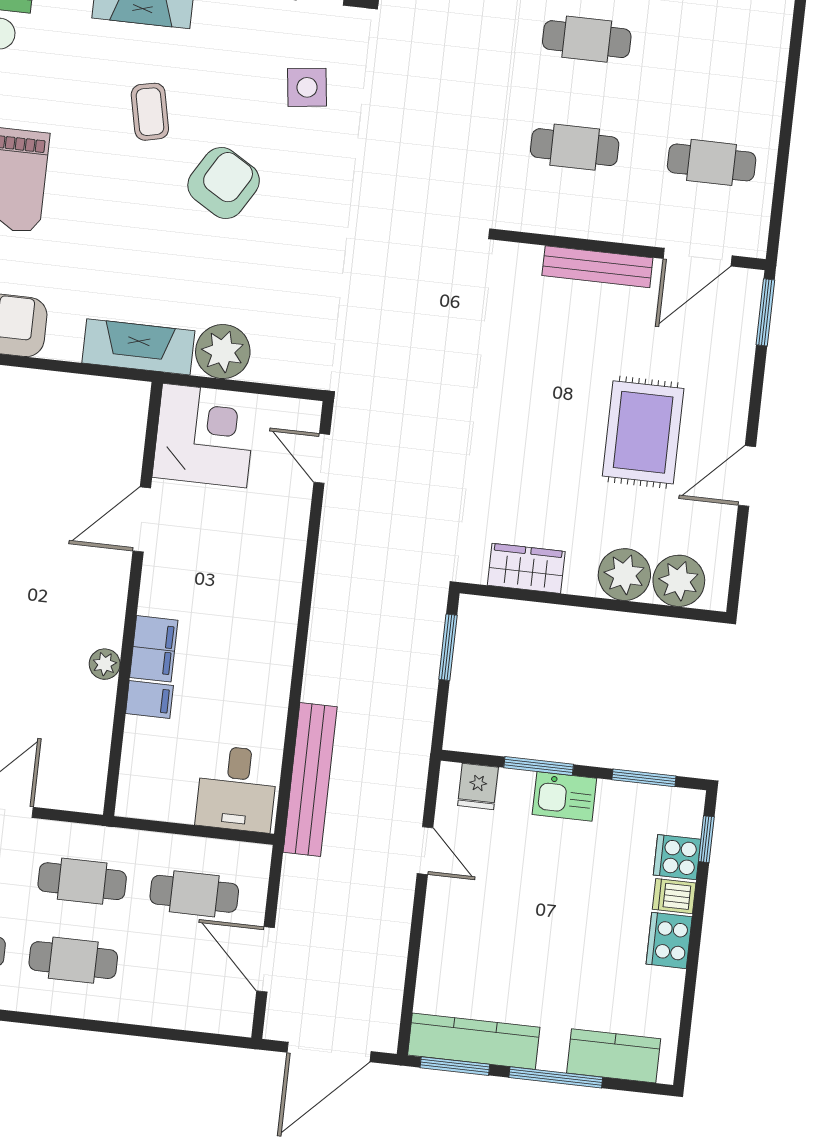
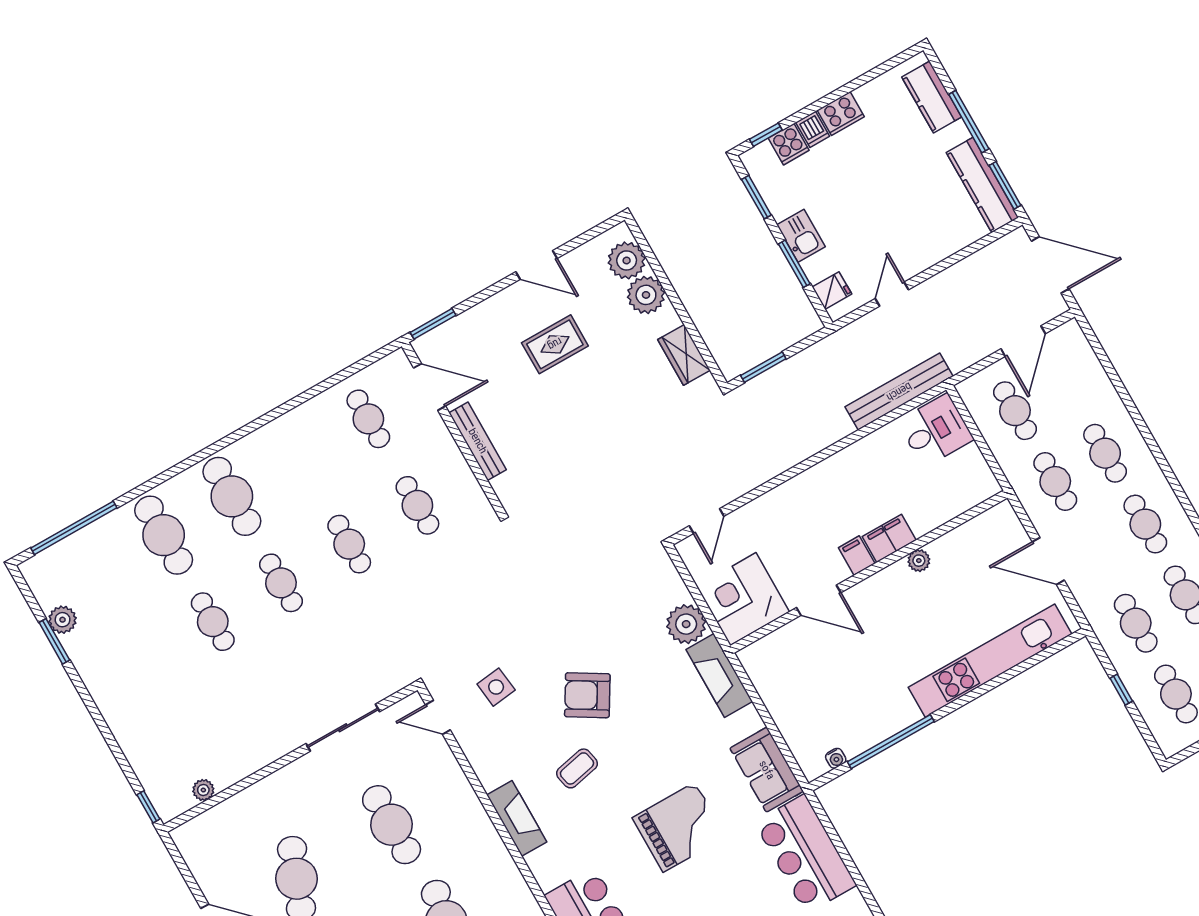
rug: (643, 432) -> (555, 344), width x0.73, depth x0.70
filing cabinet: (149, 699) -> (857, 556), moved

